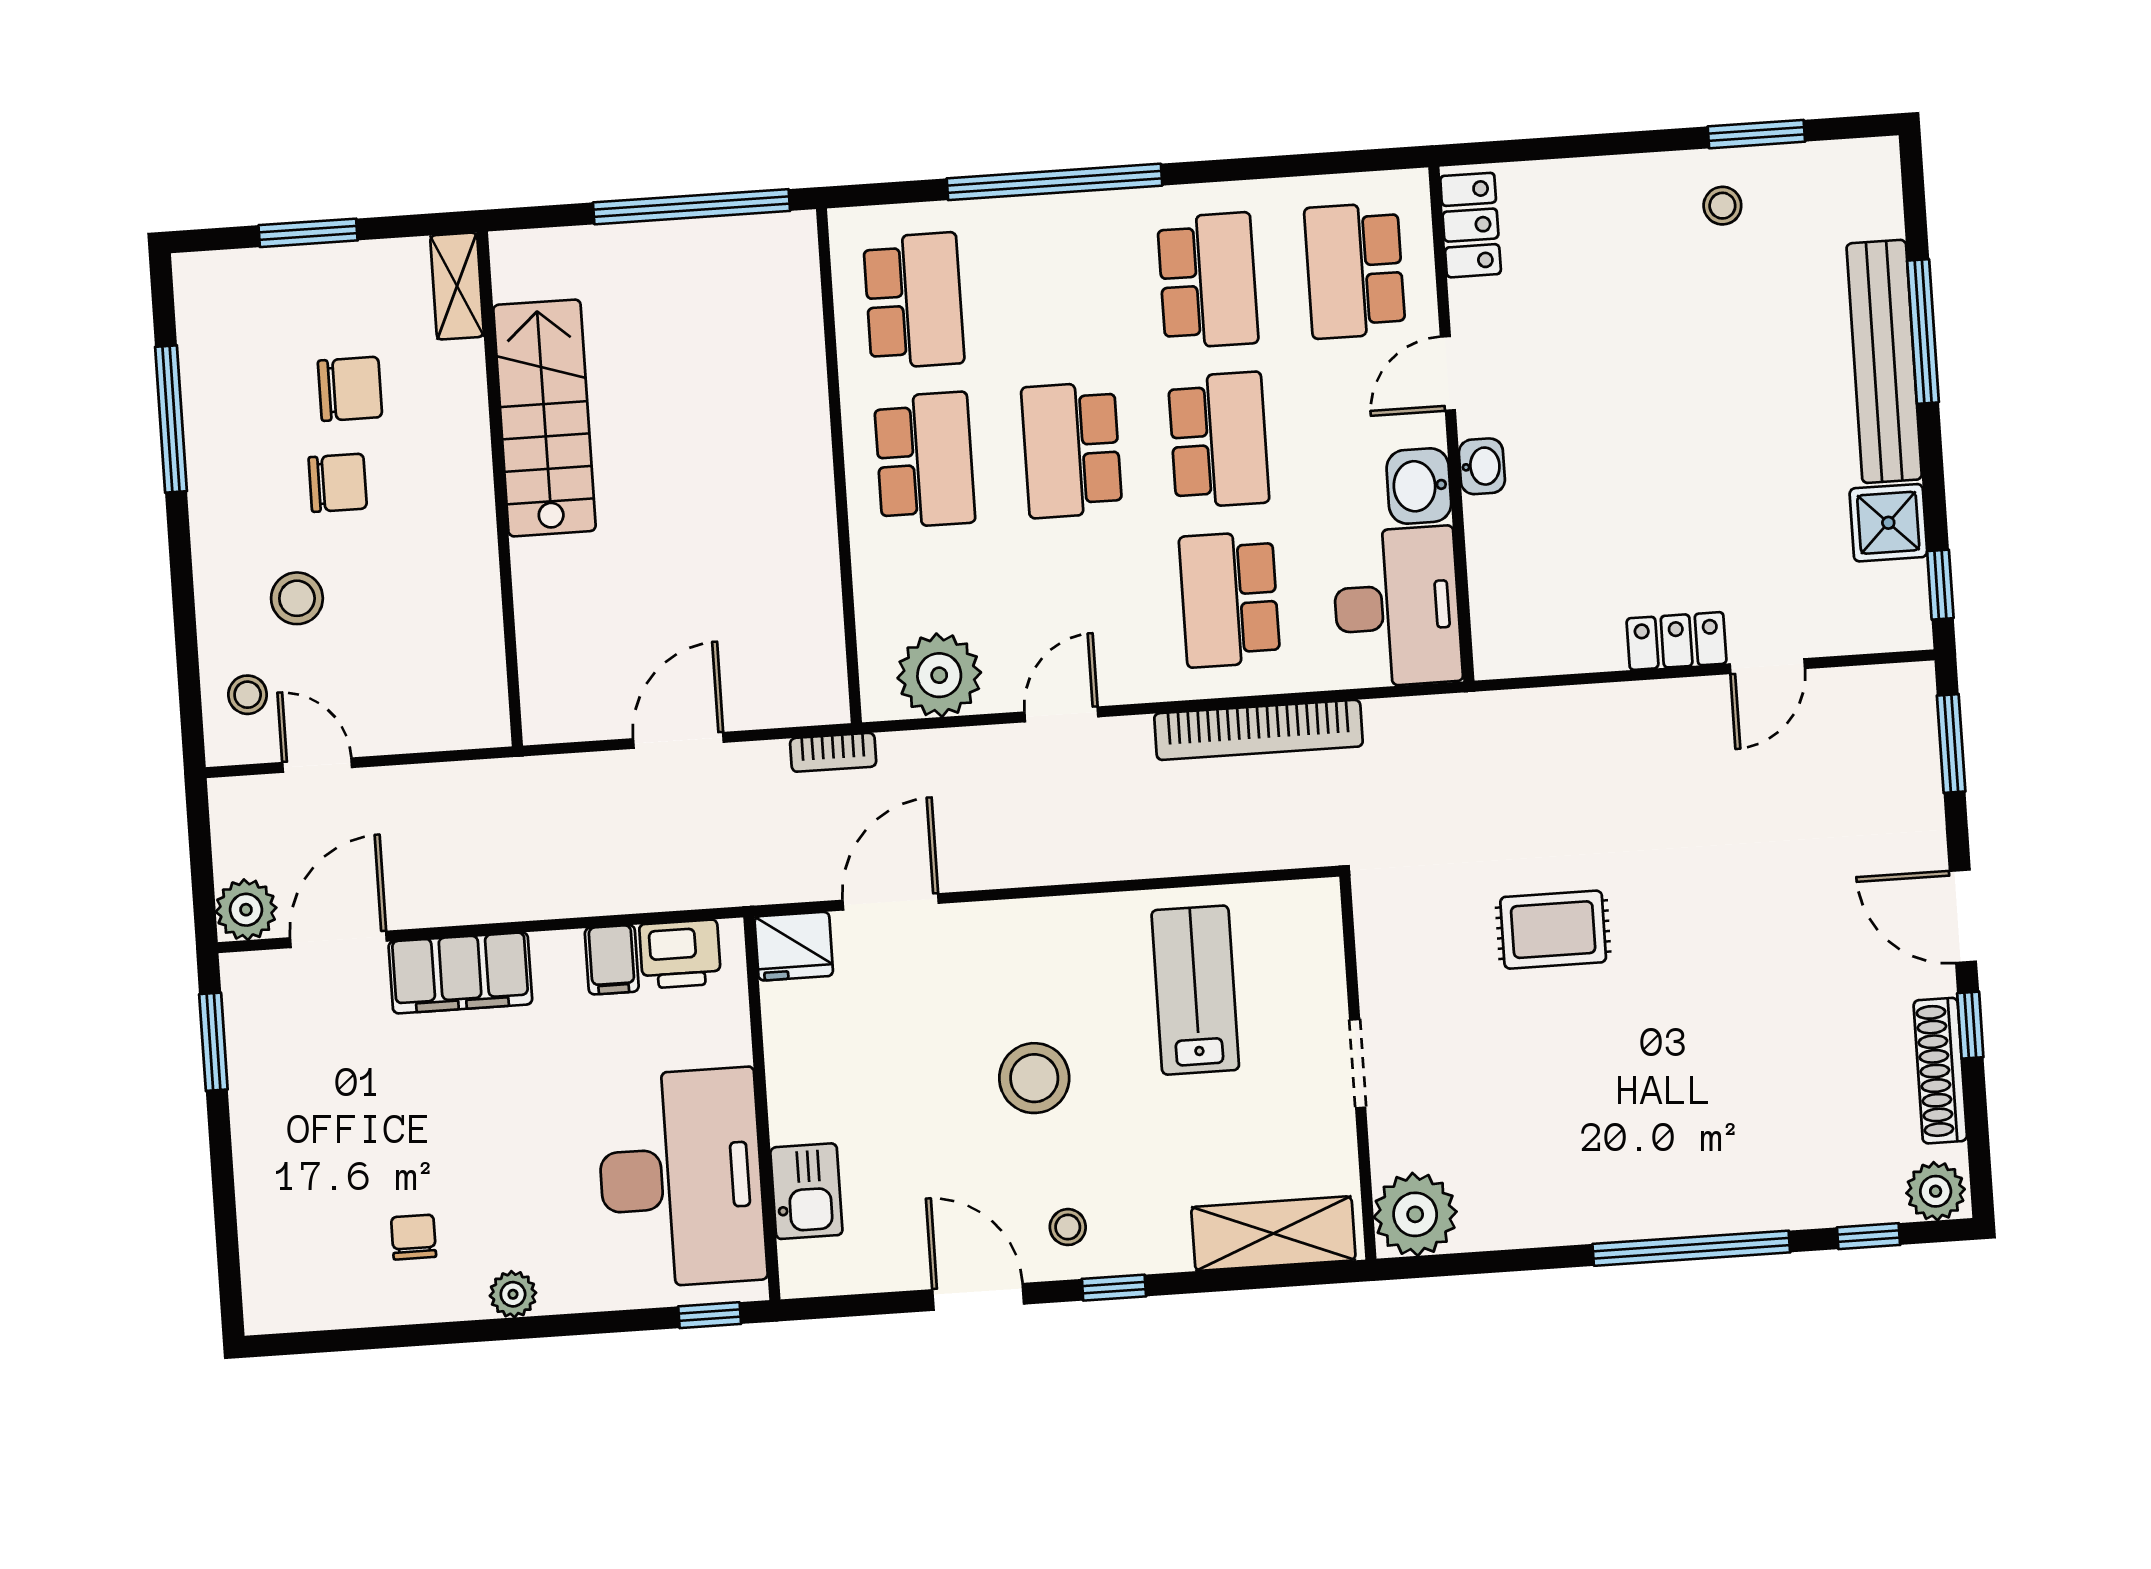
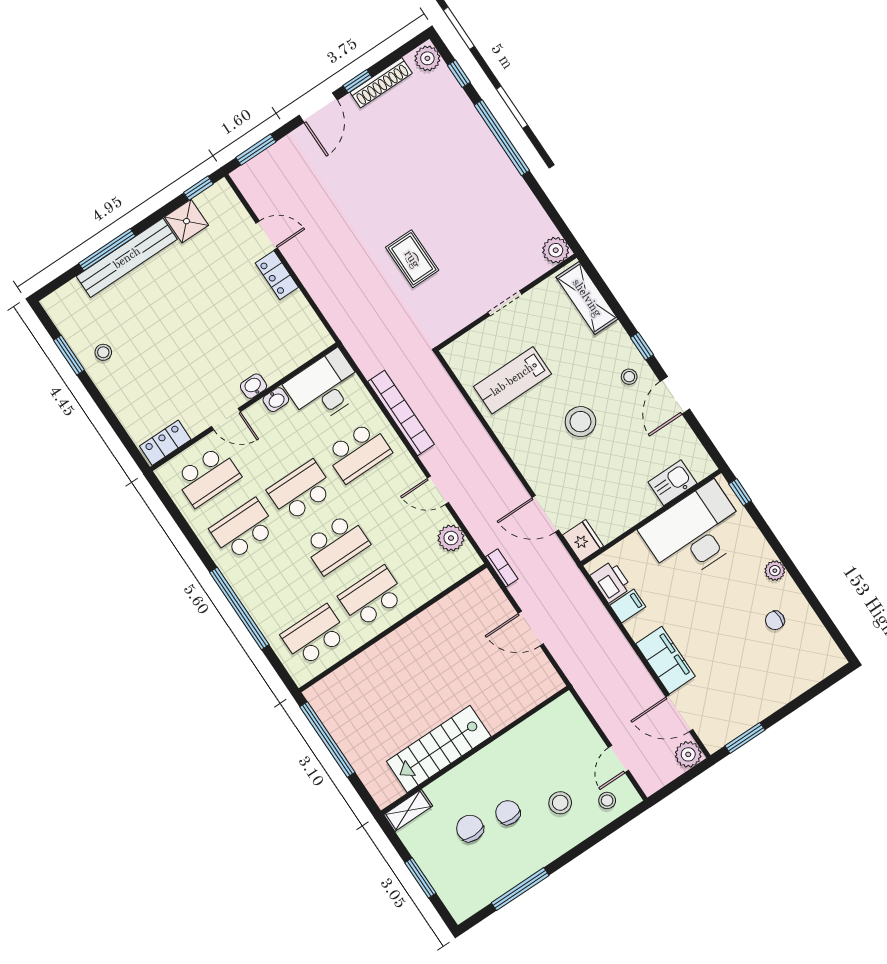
washbasin: (1419, 486) -> (276, 400), width x0.72, depth x0.69
plant: (939, 675) -> (451, 538), width x0.73, depth x0.73
plant: (1415, 1214) -> (556, 250), width x0.73, depth x0.73

